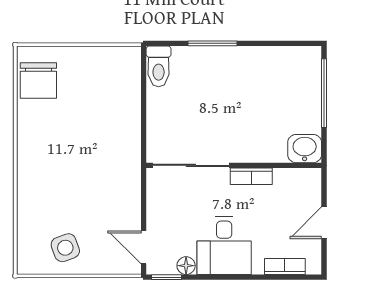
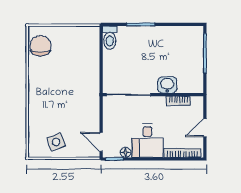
chair: (38, 80) -> (41, 46), turned 180
washbasin: (305, 149) -> (167, 85), moved
bookcase: (251, 176) -> (178, 101), moved
bookcase: (285, 267) -> (182, 153), width x1.56

